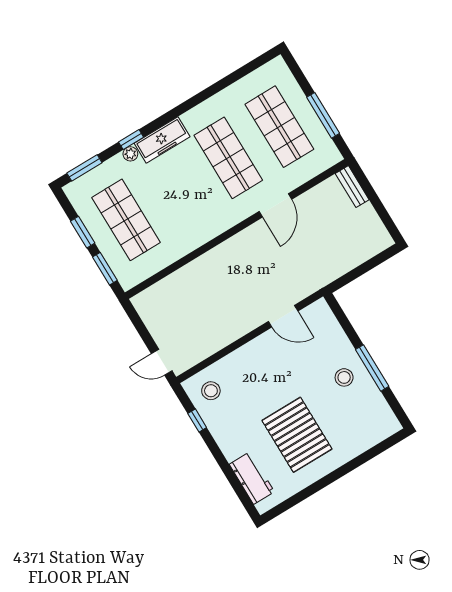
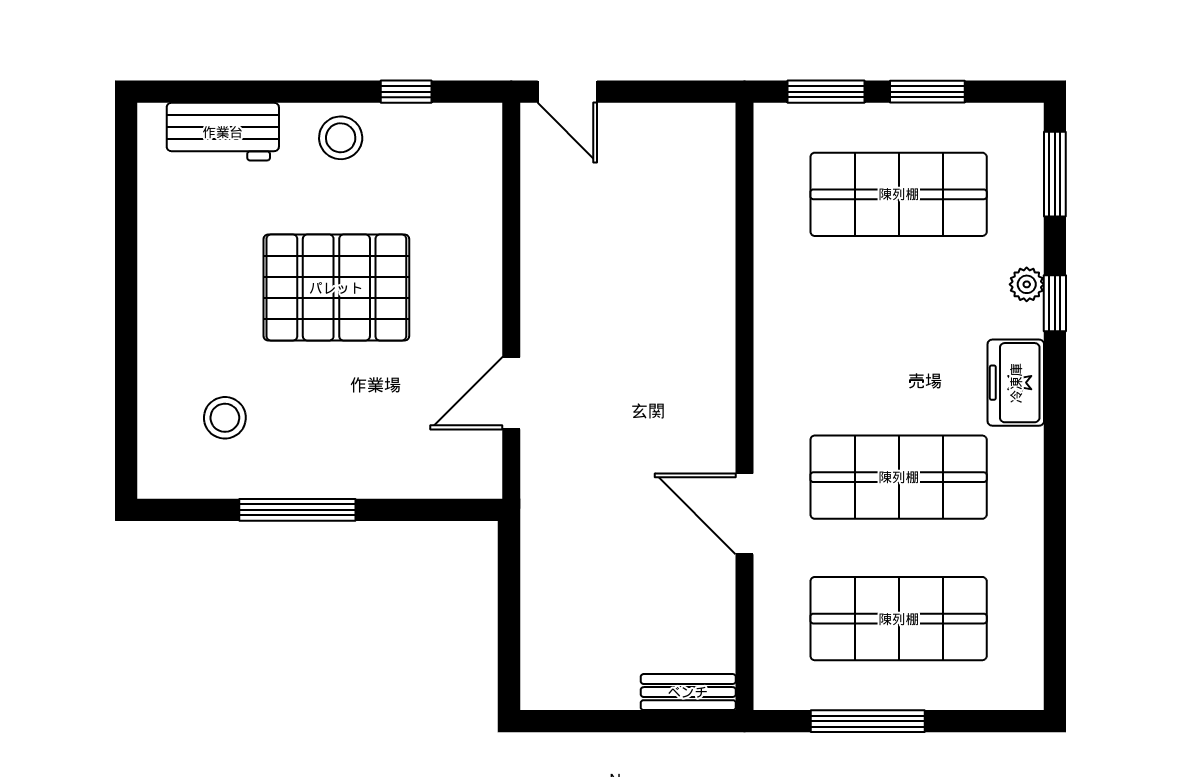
freezer: (162, 140) -> (1016, 383), width x0.71
door: (162, 362) -> (567, 92), swing flipped
stool: (344, 377) -> (225, 418), moved
stool: (211, 391) -> (341, 138), moved
pallet: (297, 435) -> (336, 288), moved

